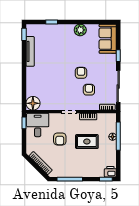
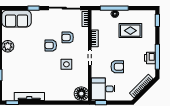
side table: (62, 88) -> (66, 64), added
rug: (87, 142) -> (130, 31), moved, turned 90
printer: (110, 172) -> (150, 58), moved

